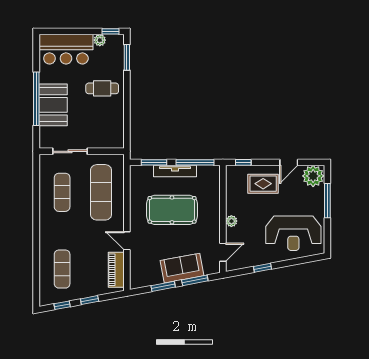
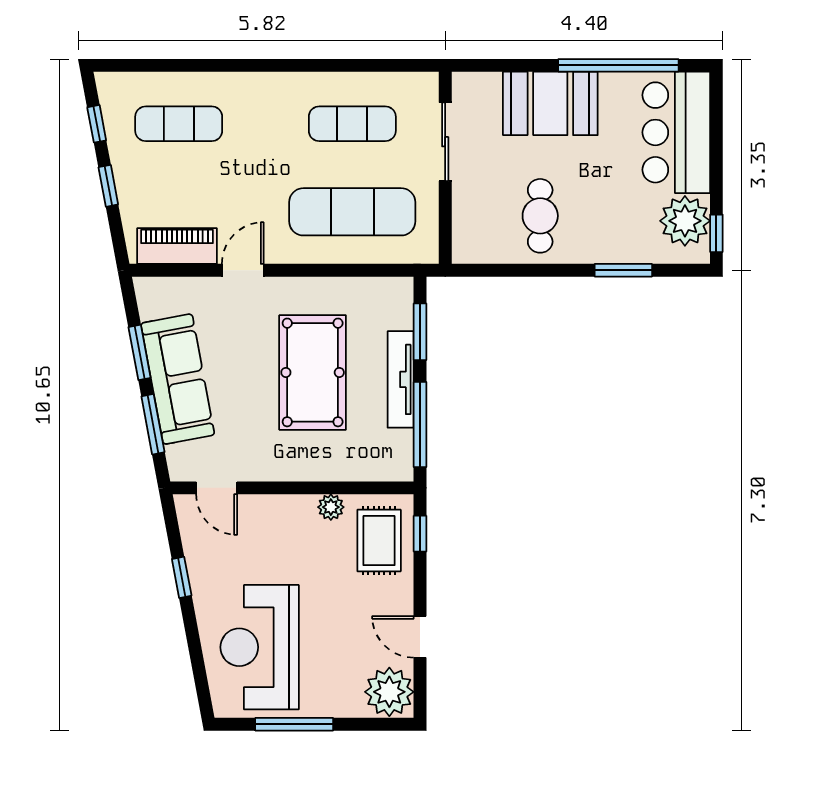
plant: (100, 40) -> (685, 221), width x1.88, depth x1.88
window: (127, 57) -> (623, 270), moved
cafe table: (102, 88) -> (540, 216), moved
window: (36, 99) -> (618, 65), moved
rug: (263, 184) -> (379, 541), moved
window: (327, 201) -> (294, 724), moved
plant: (231, 221) -> (331, 507), moved
sofa: (182, 268) -> (178, 379), width x1.36

